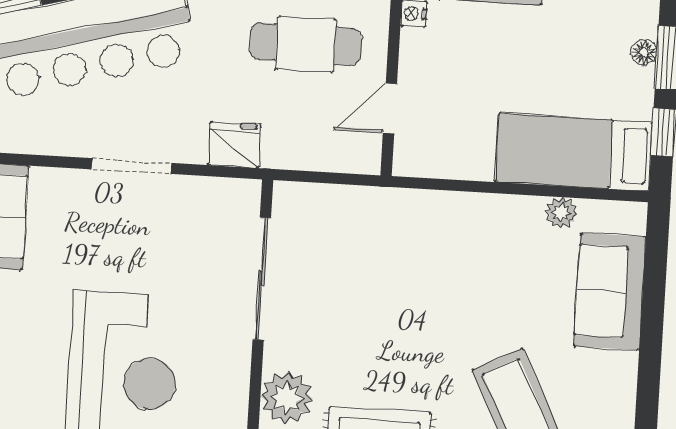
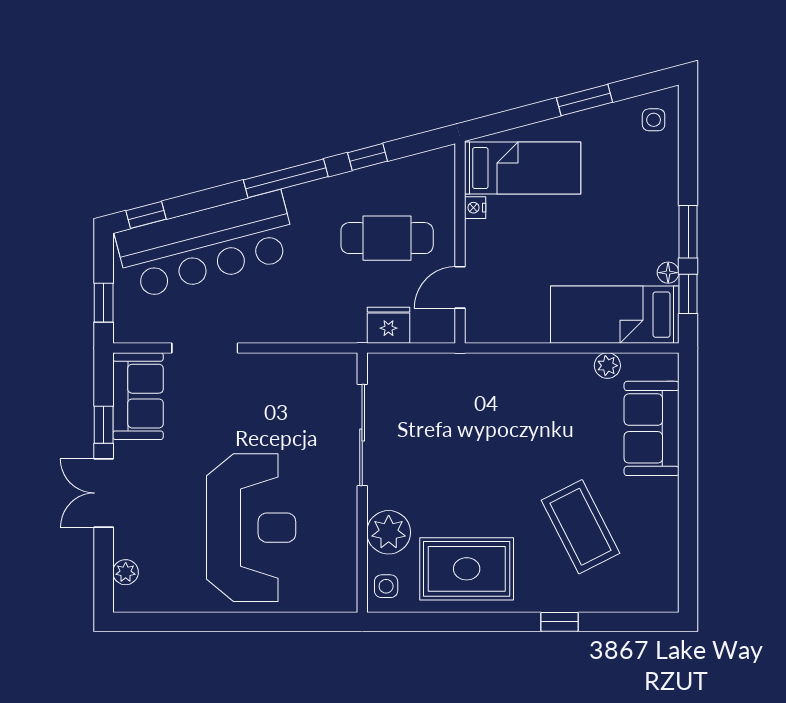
floor lamp: (644, 52) -> (668, 273), moved
fridge: (234, 145) -> (388, 325), moved
doorway: (131, 166) -> (205, 348), moved

